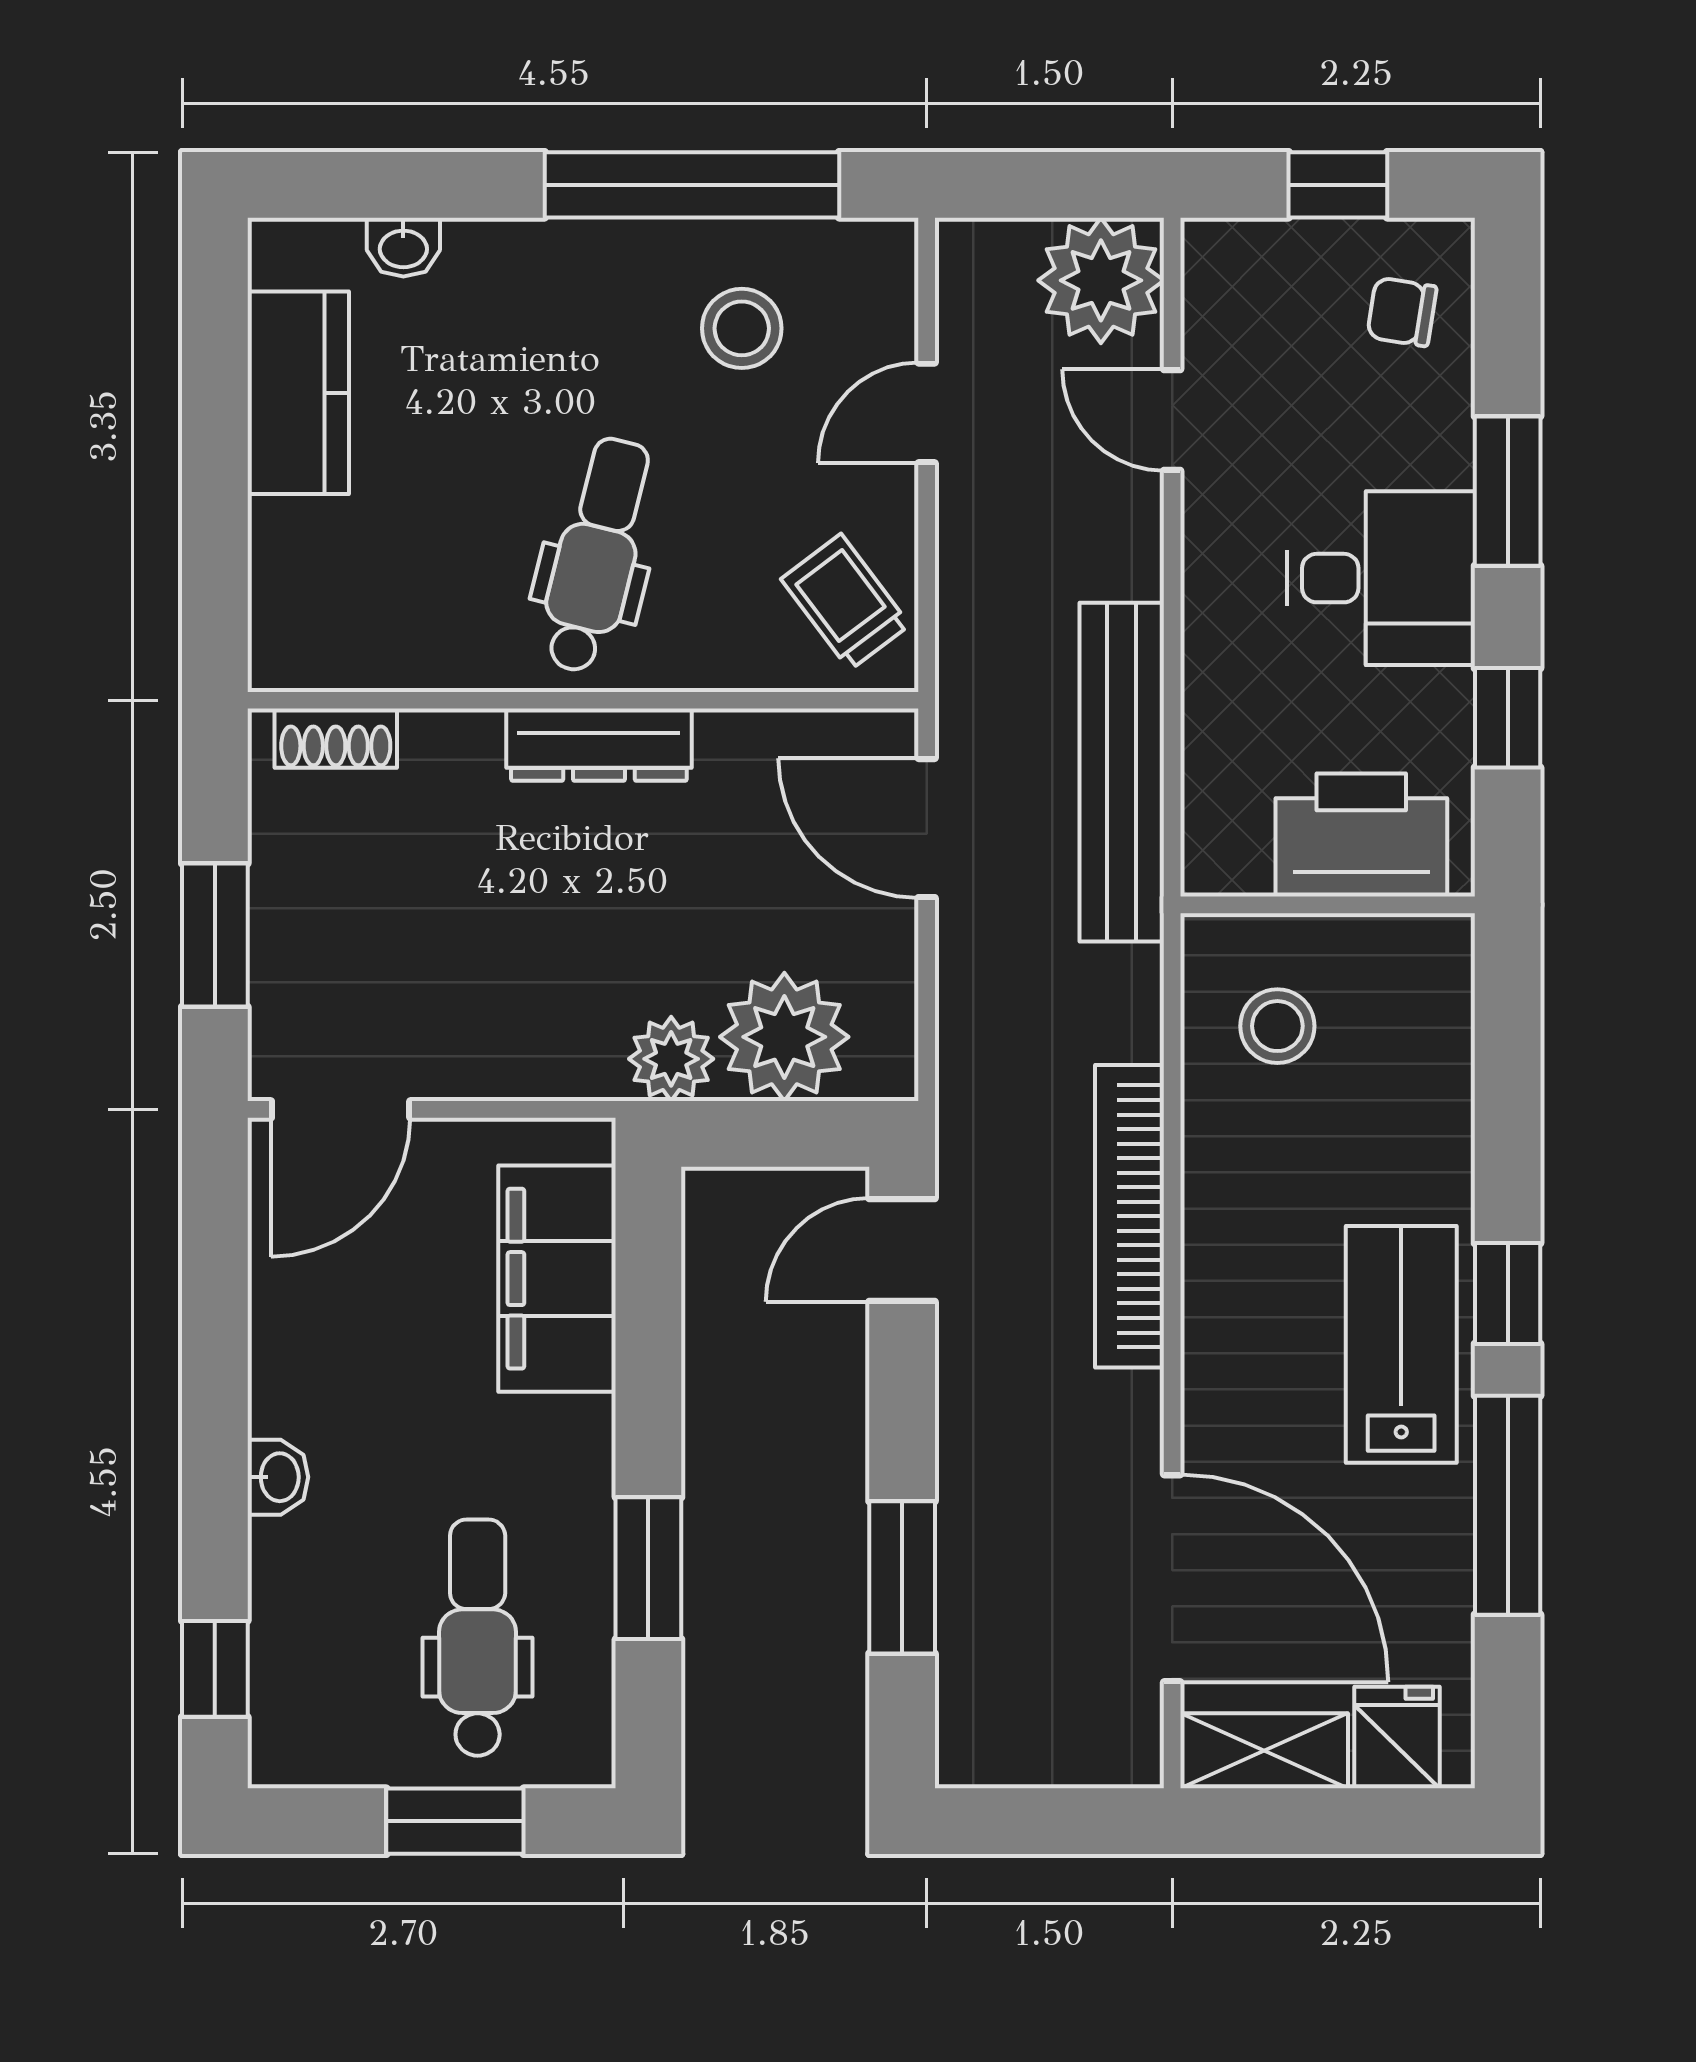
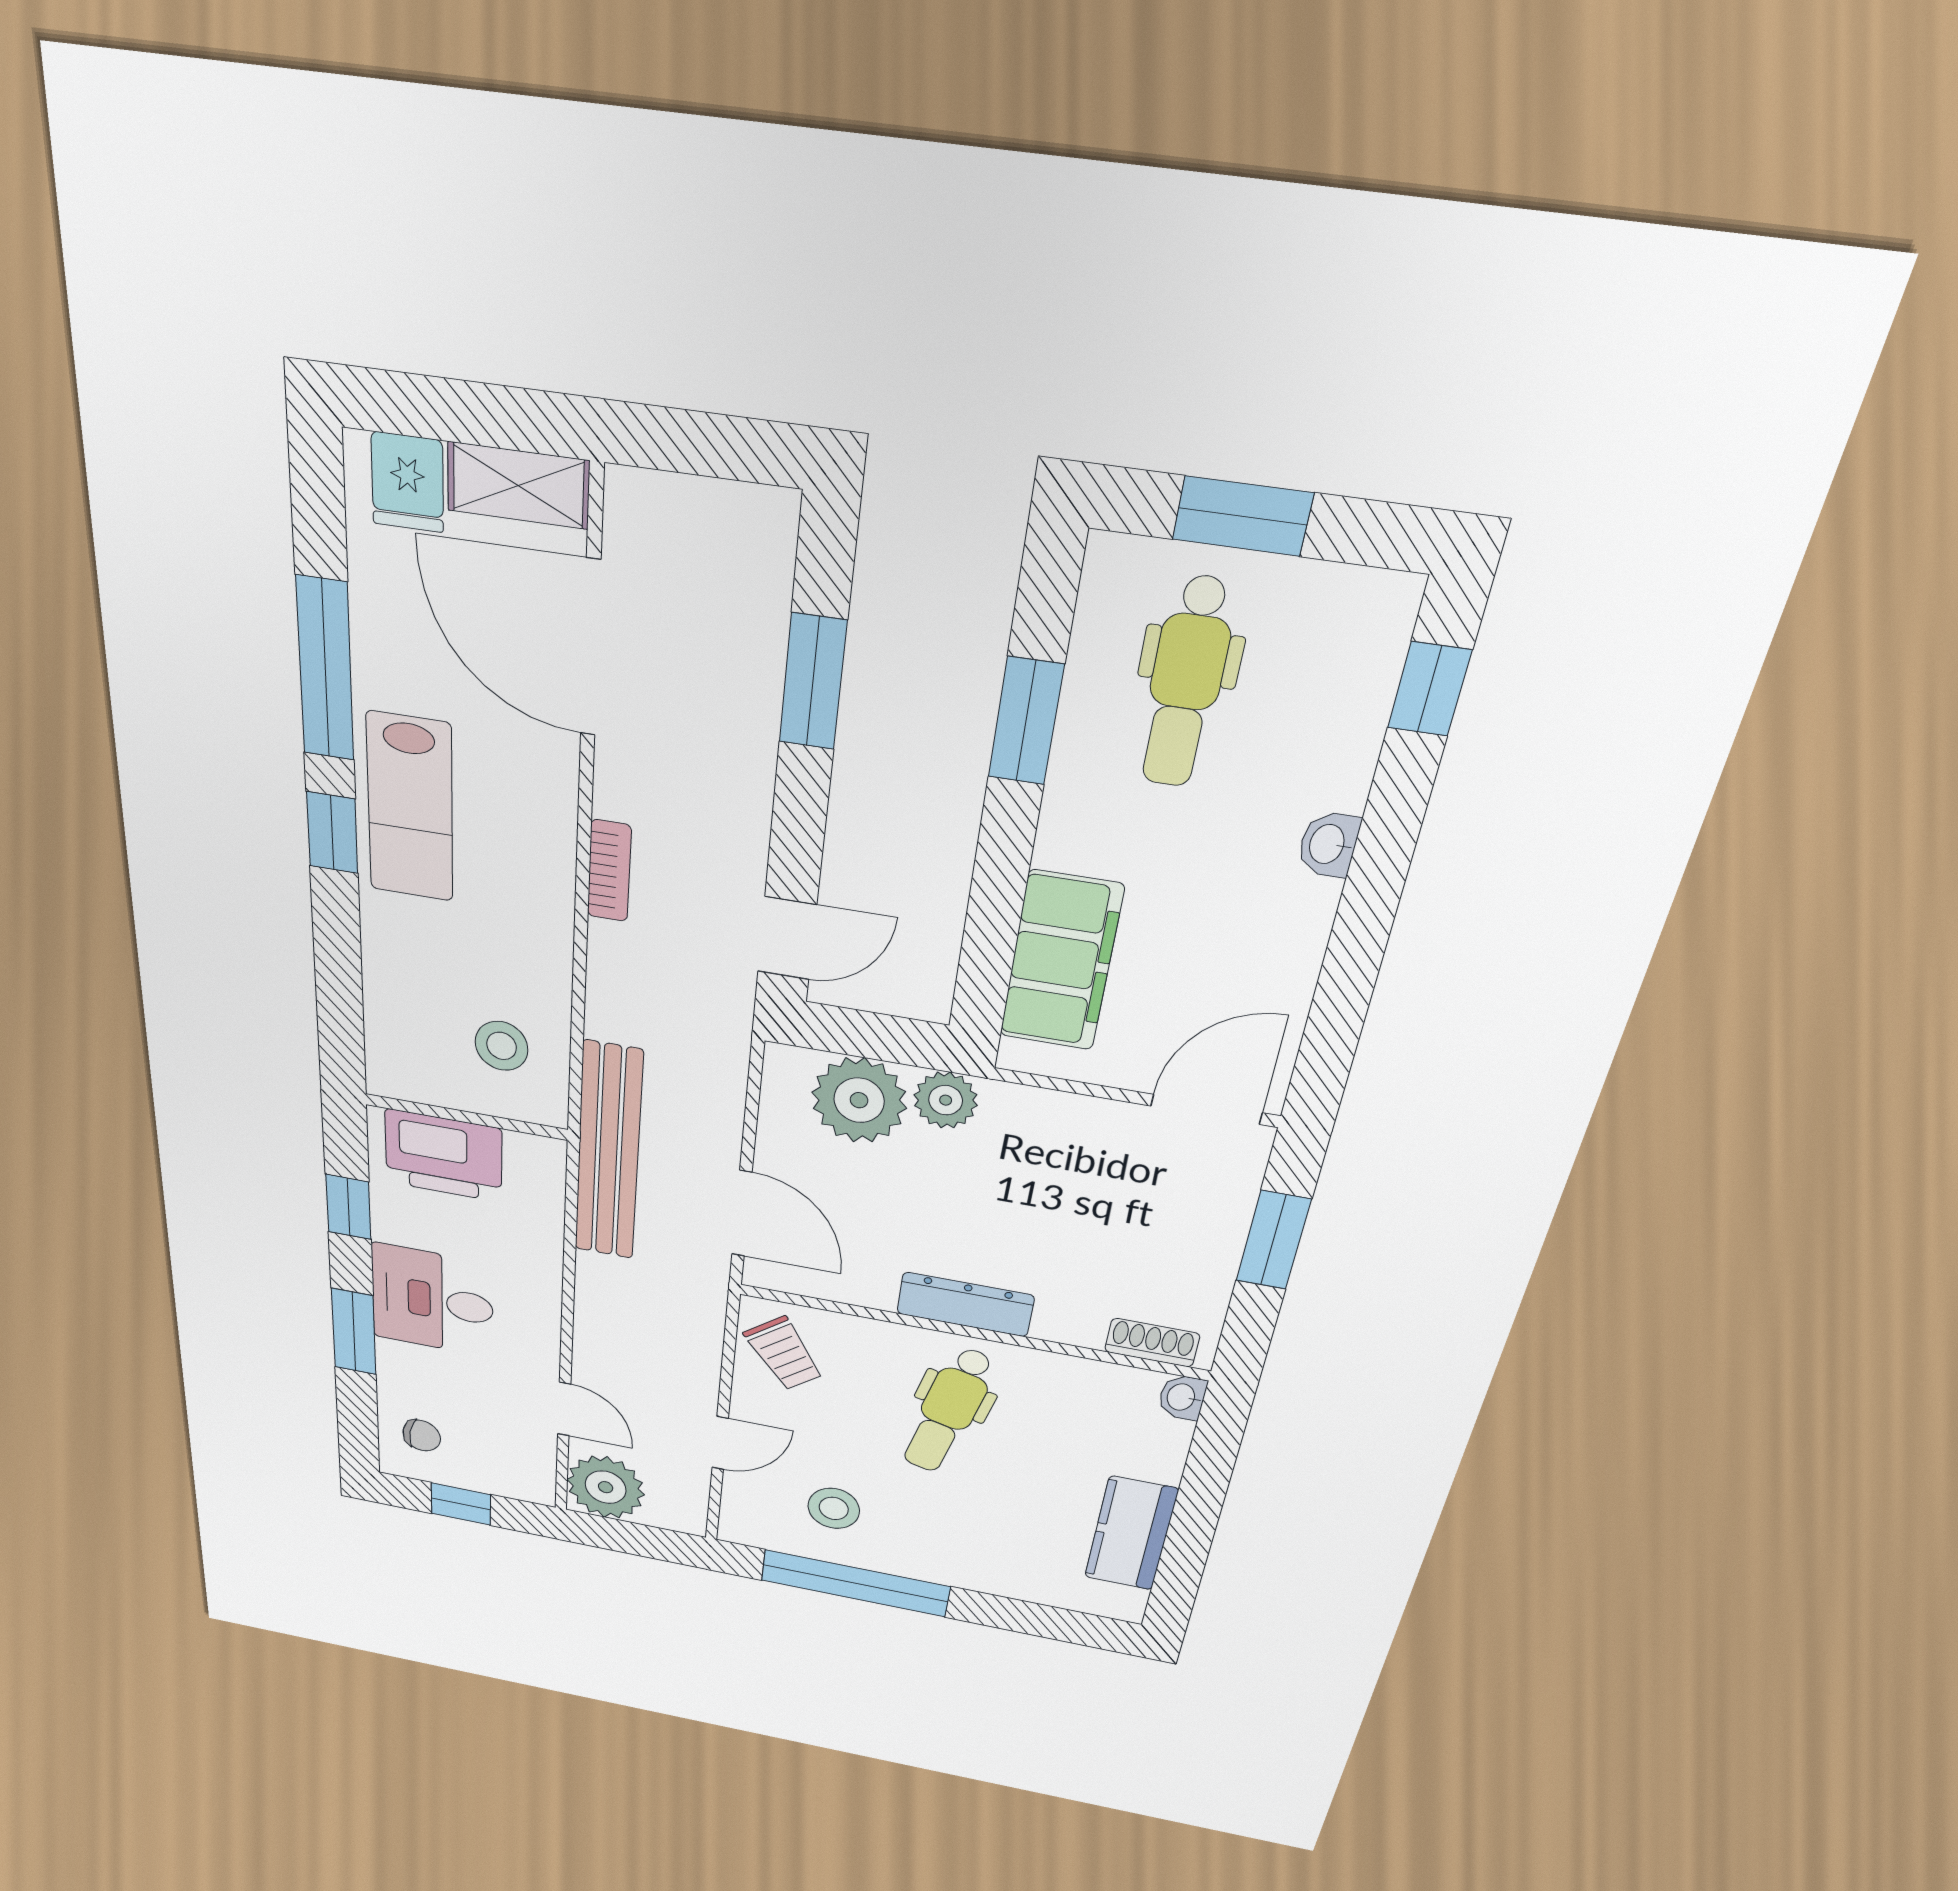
washbasin: (403, 247) -> (1182, 1397), moved, turned -90
bench: (1122, 772) -> (608, 1152), moved
bookcase: (1130, 1216) -> (609, 871), width x0.43, depth x0.76

